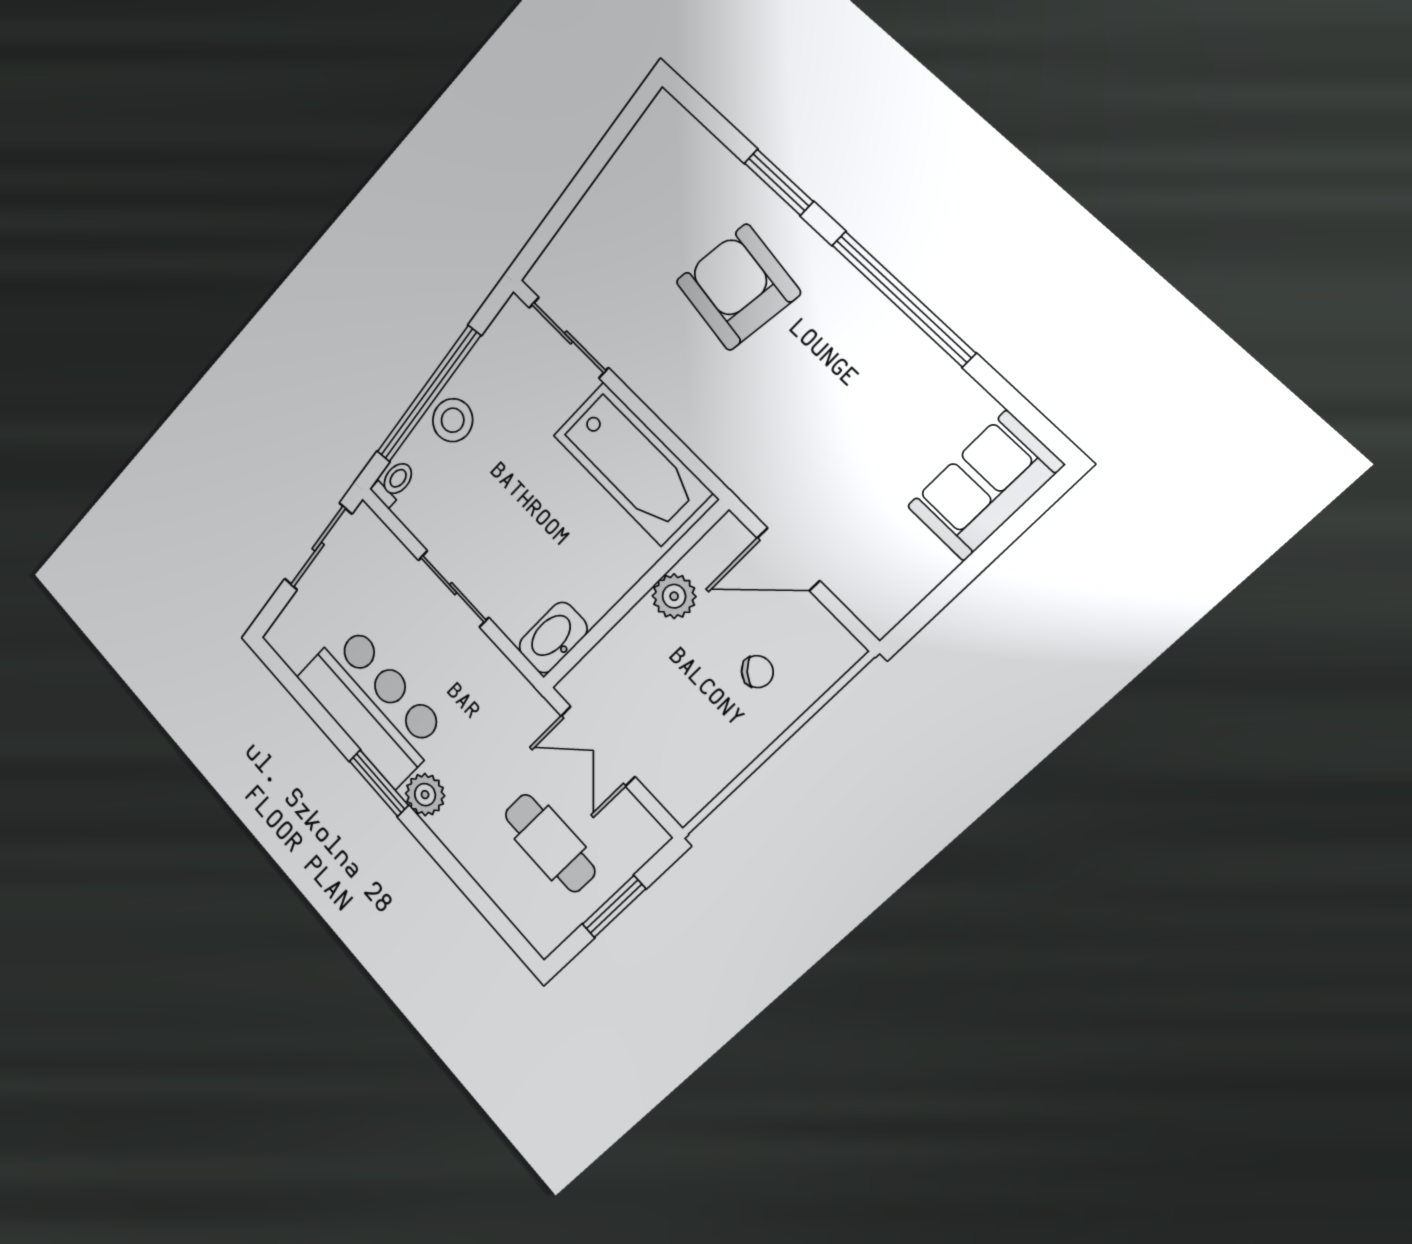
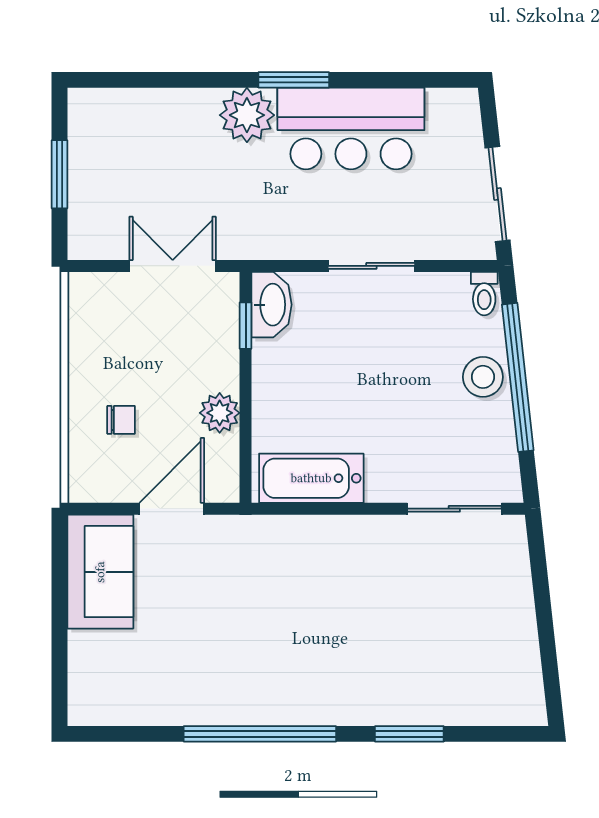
armchair: (738, 287) -> (371, 646), removed
bathtub: (632, 464) -> (311, 478), width x0.73, depth x0.73
sofa: (985, 486) -> (100, 572), moved
window: (588, 642) -> (246, 326), added
chair: (757, 672) -> (121, 420), turned -132
plant: (425, 795) -> (247, 115), width x1.36, depth x1.36
cafe table: (550, 843) -> (140, 169), removed

